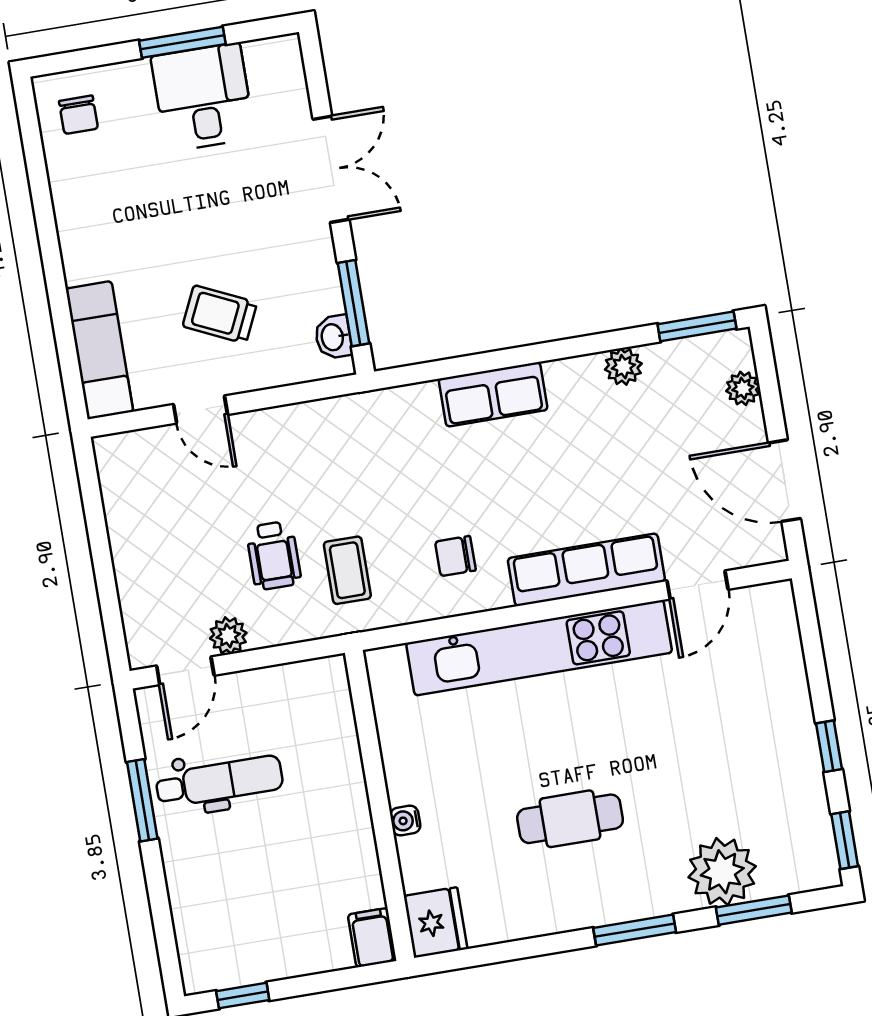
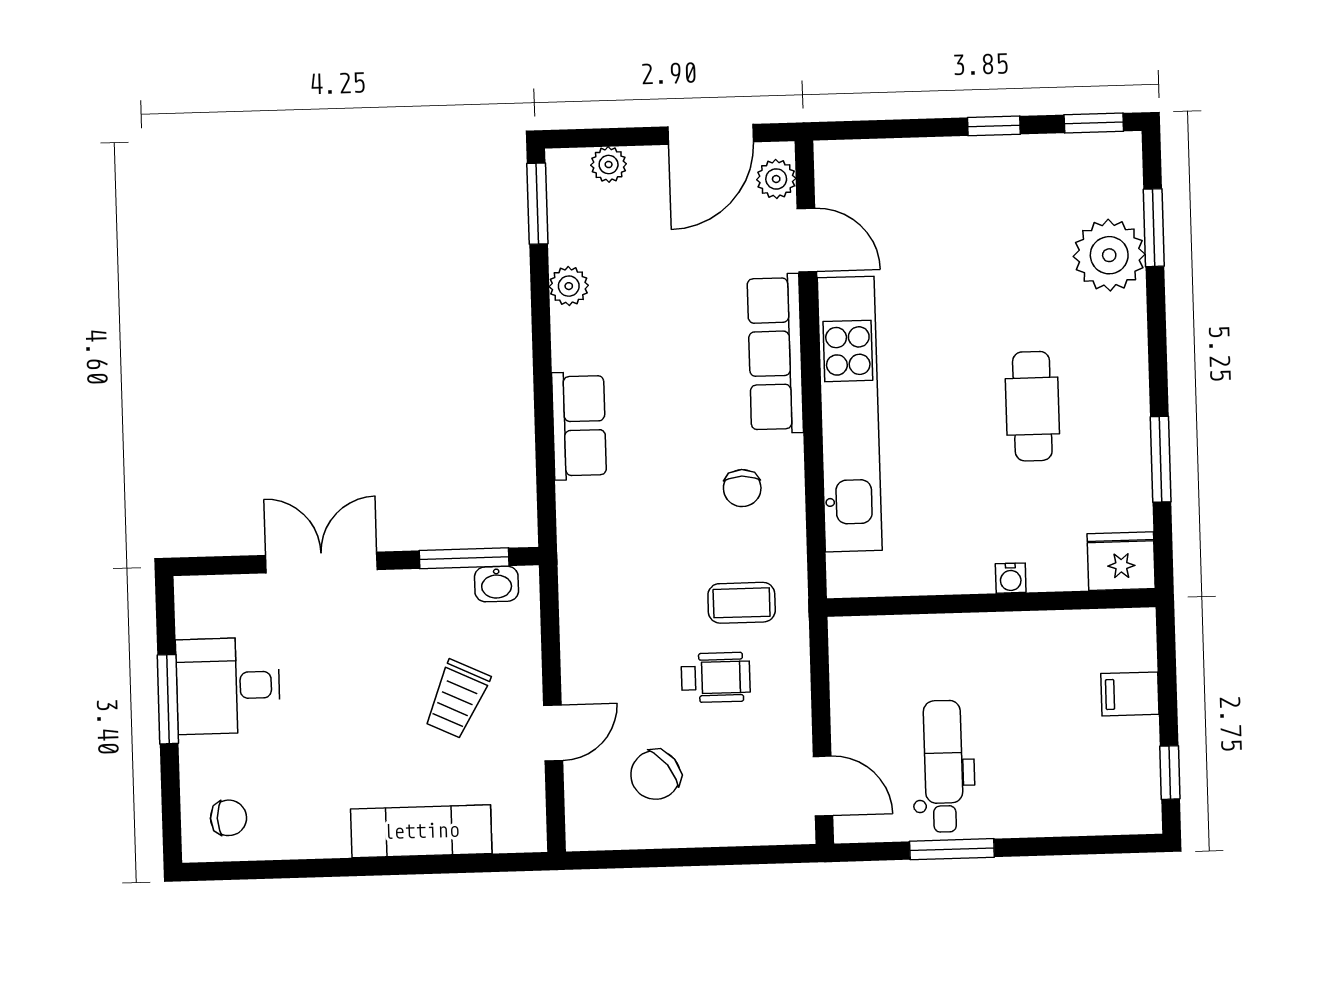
exam couch: (99, 350) -> (421, 831), moved
chair: (174, 511) -> (655, 775), added
plant: (228, 636) -> (776, 179), moved
window: (635, 930) -> (1161, 459), moved
filing cabinet: (372, 938) -> (1130, 694), moved

